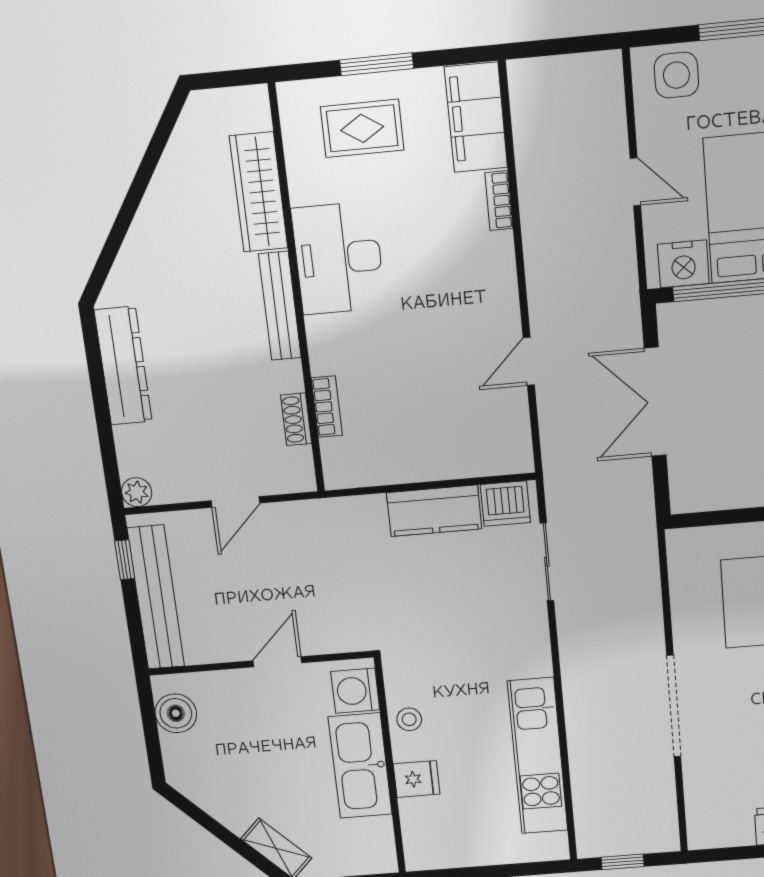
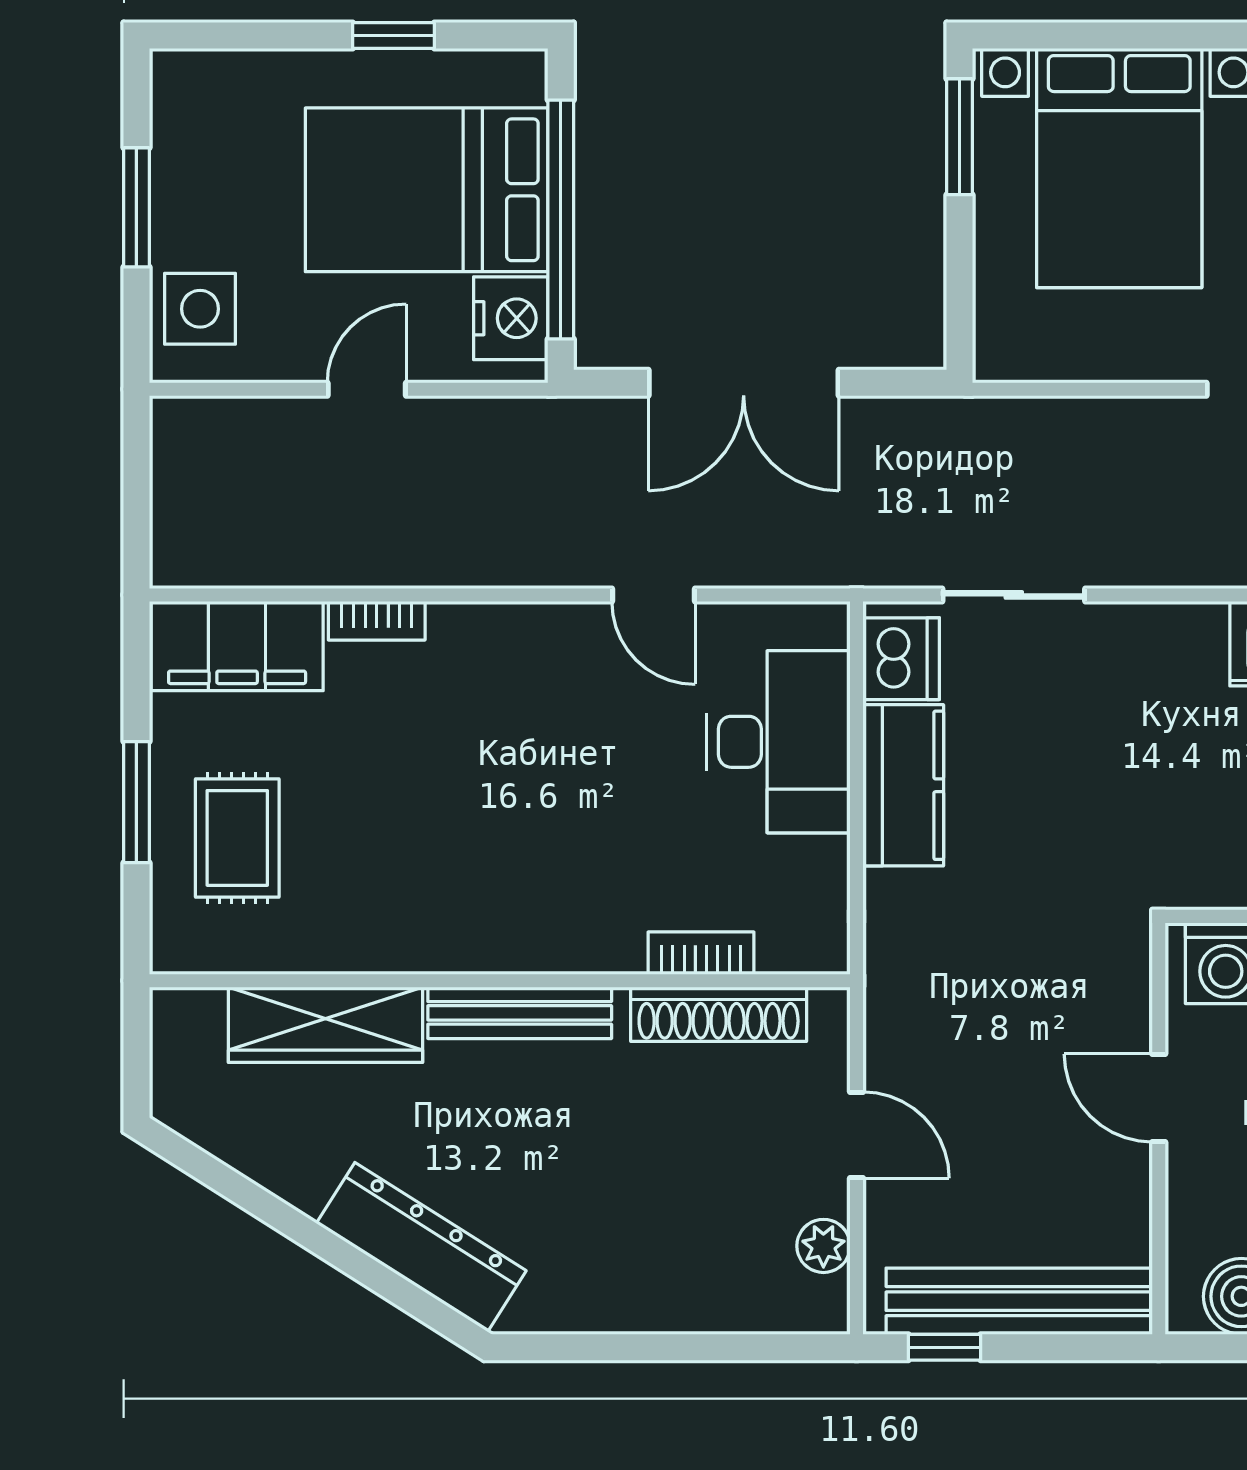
desk: (338, 258) -> (779, 742), moved, turned -90
dresser: (123, 366) -> (421, 1247), moved, turned 32
shoe rack: (296, 419) -> (719, 1014), width x1.94, depth x1.24
plant: (137, 492) -> (823, 1246), moved

